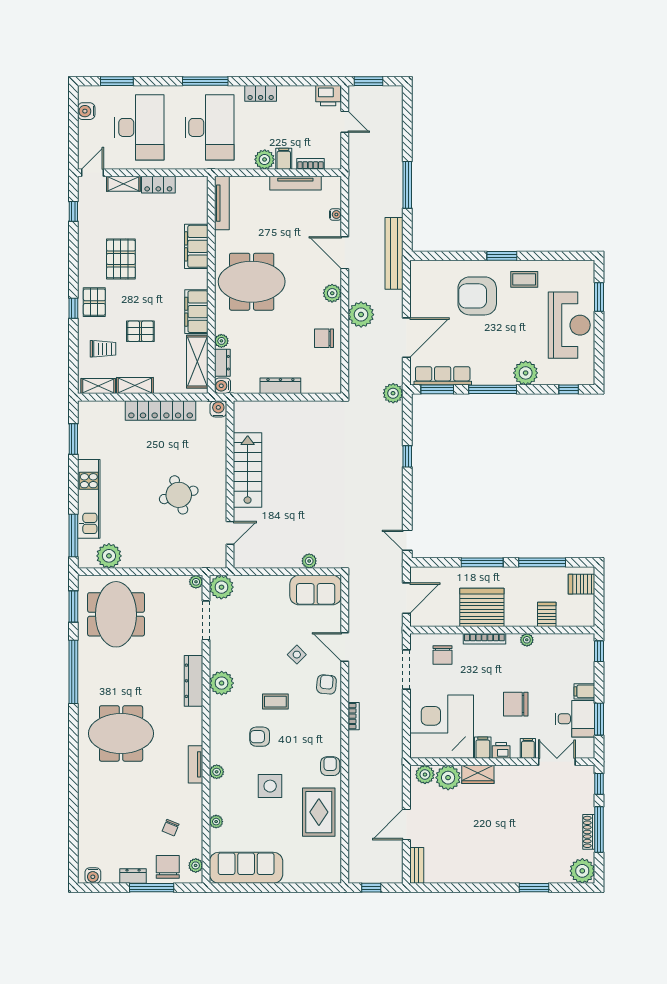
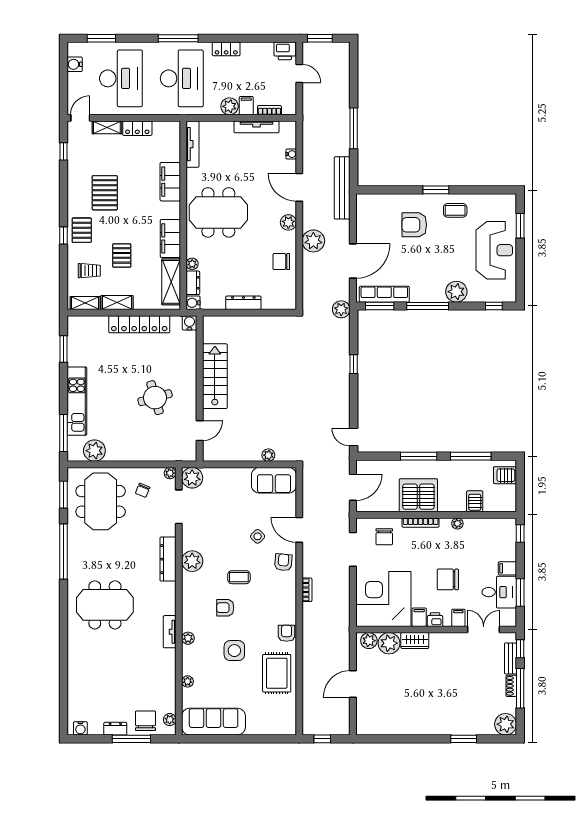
armchair: (477, 296) -> (414, 225), width x0.73, depth x0.73
pallet: (140, 331) -> (122, 255), turned 90
chair: (171, 828) -> (143, 490), moved
shoe rack: (589, 832) -> (511, 686), width x0.70
bench: (417, 865) -> (510, 658), moved

